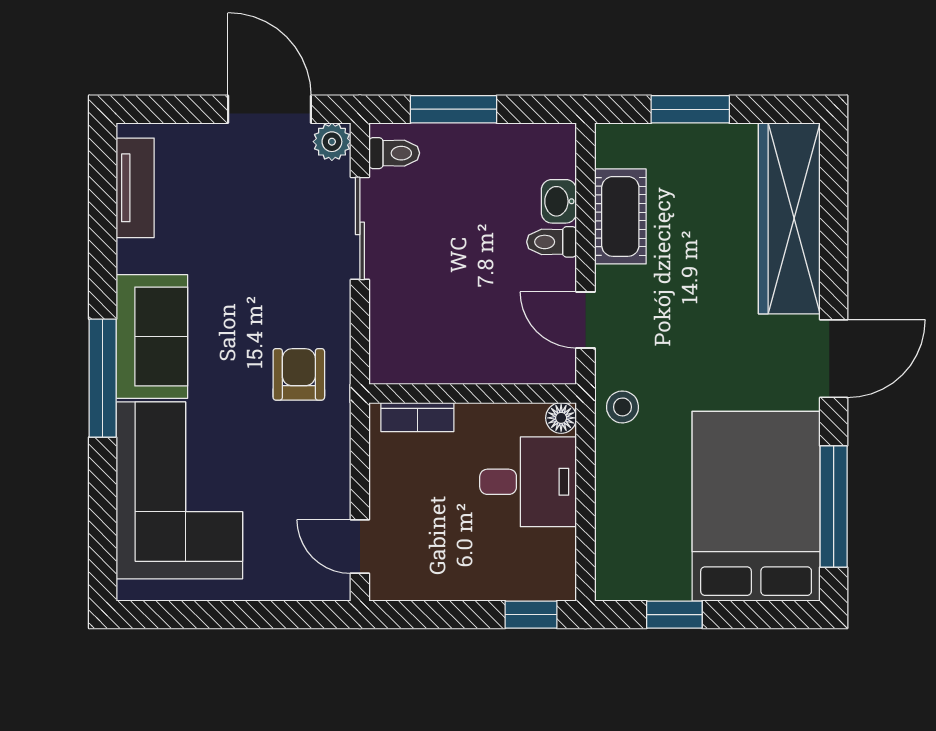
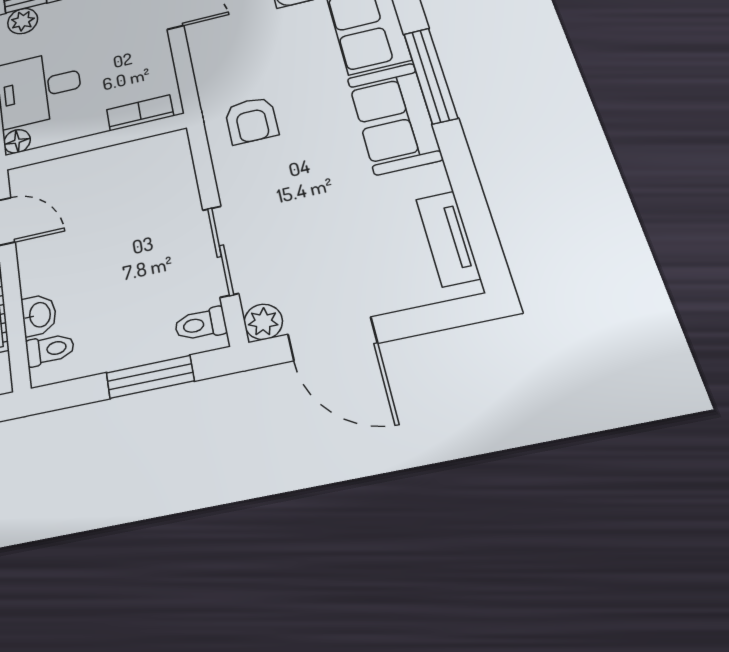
toilet: (552, 242) -> (50, 349), moved
plant: (537, 583) -> (23, 21), added

